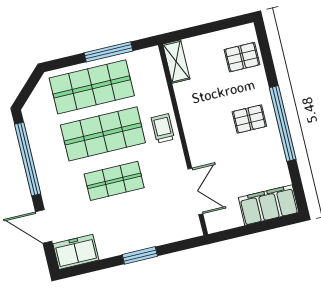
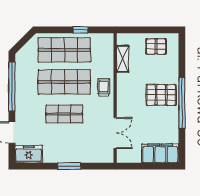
window: (108, 52) -> (80, 30), width x0.46
pallet: (242, 57) -> (156, 46), moved
shelving: (176, 62) -> (123, 59), moved
pallet: (249, 119) -> (161, 95), width x1.50, depth x1.42

